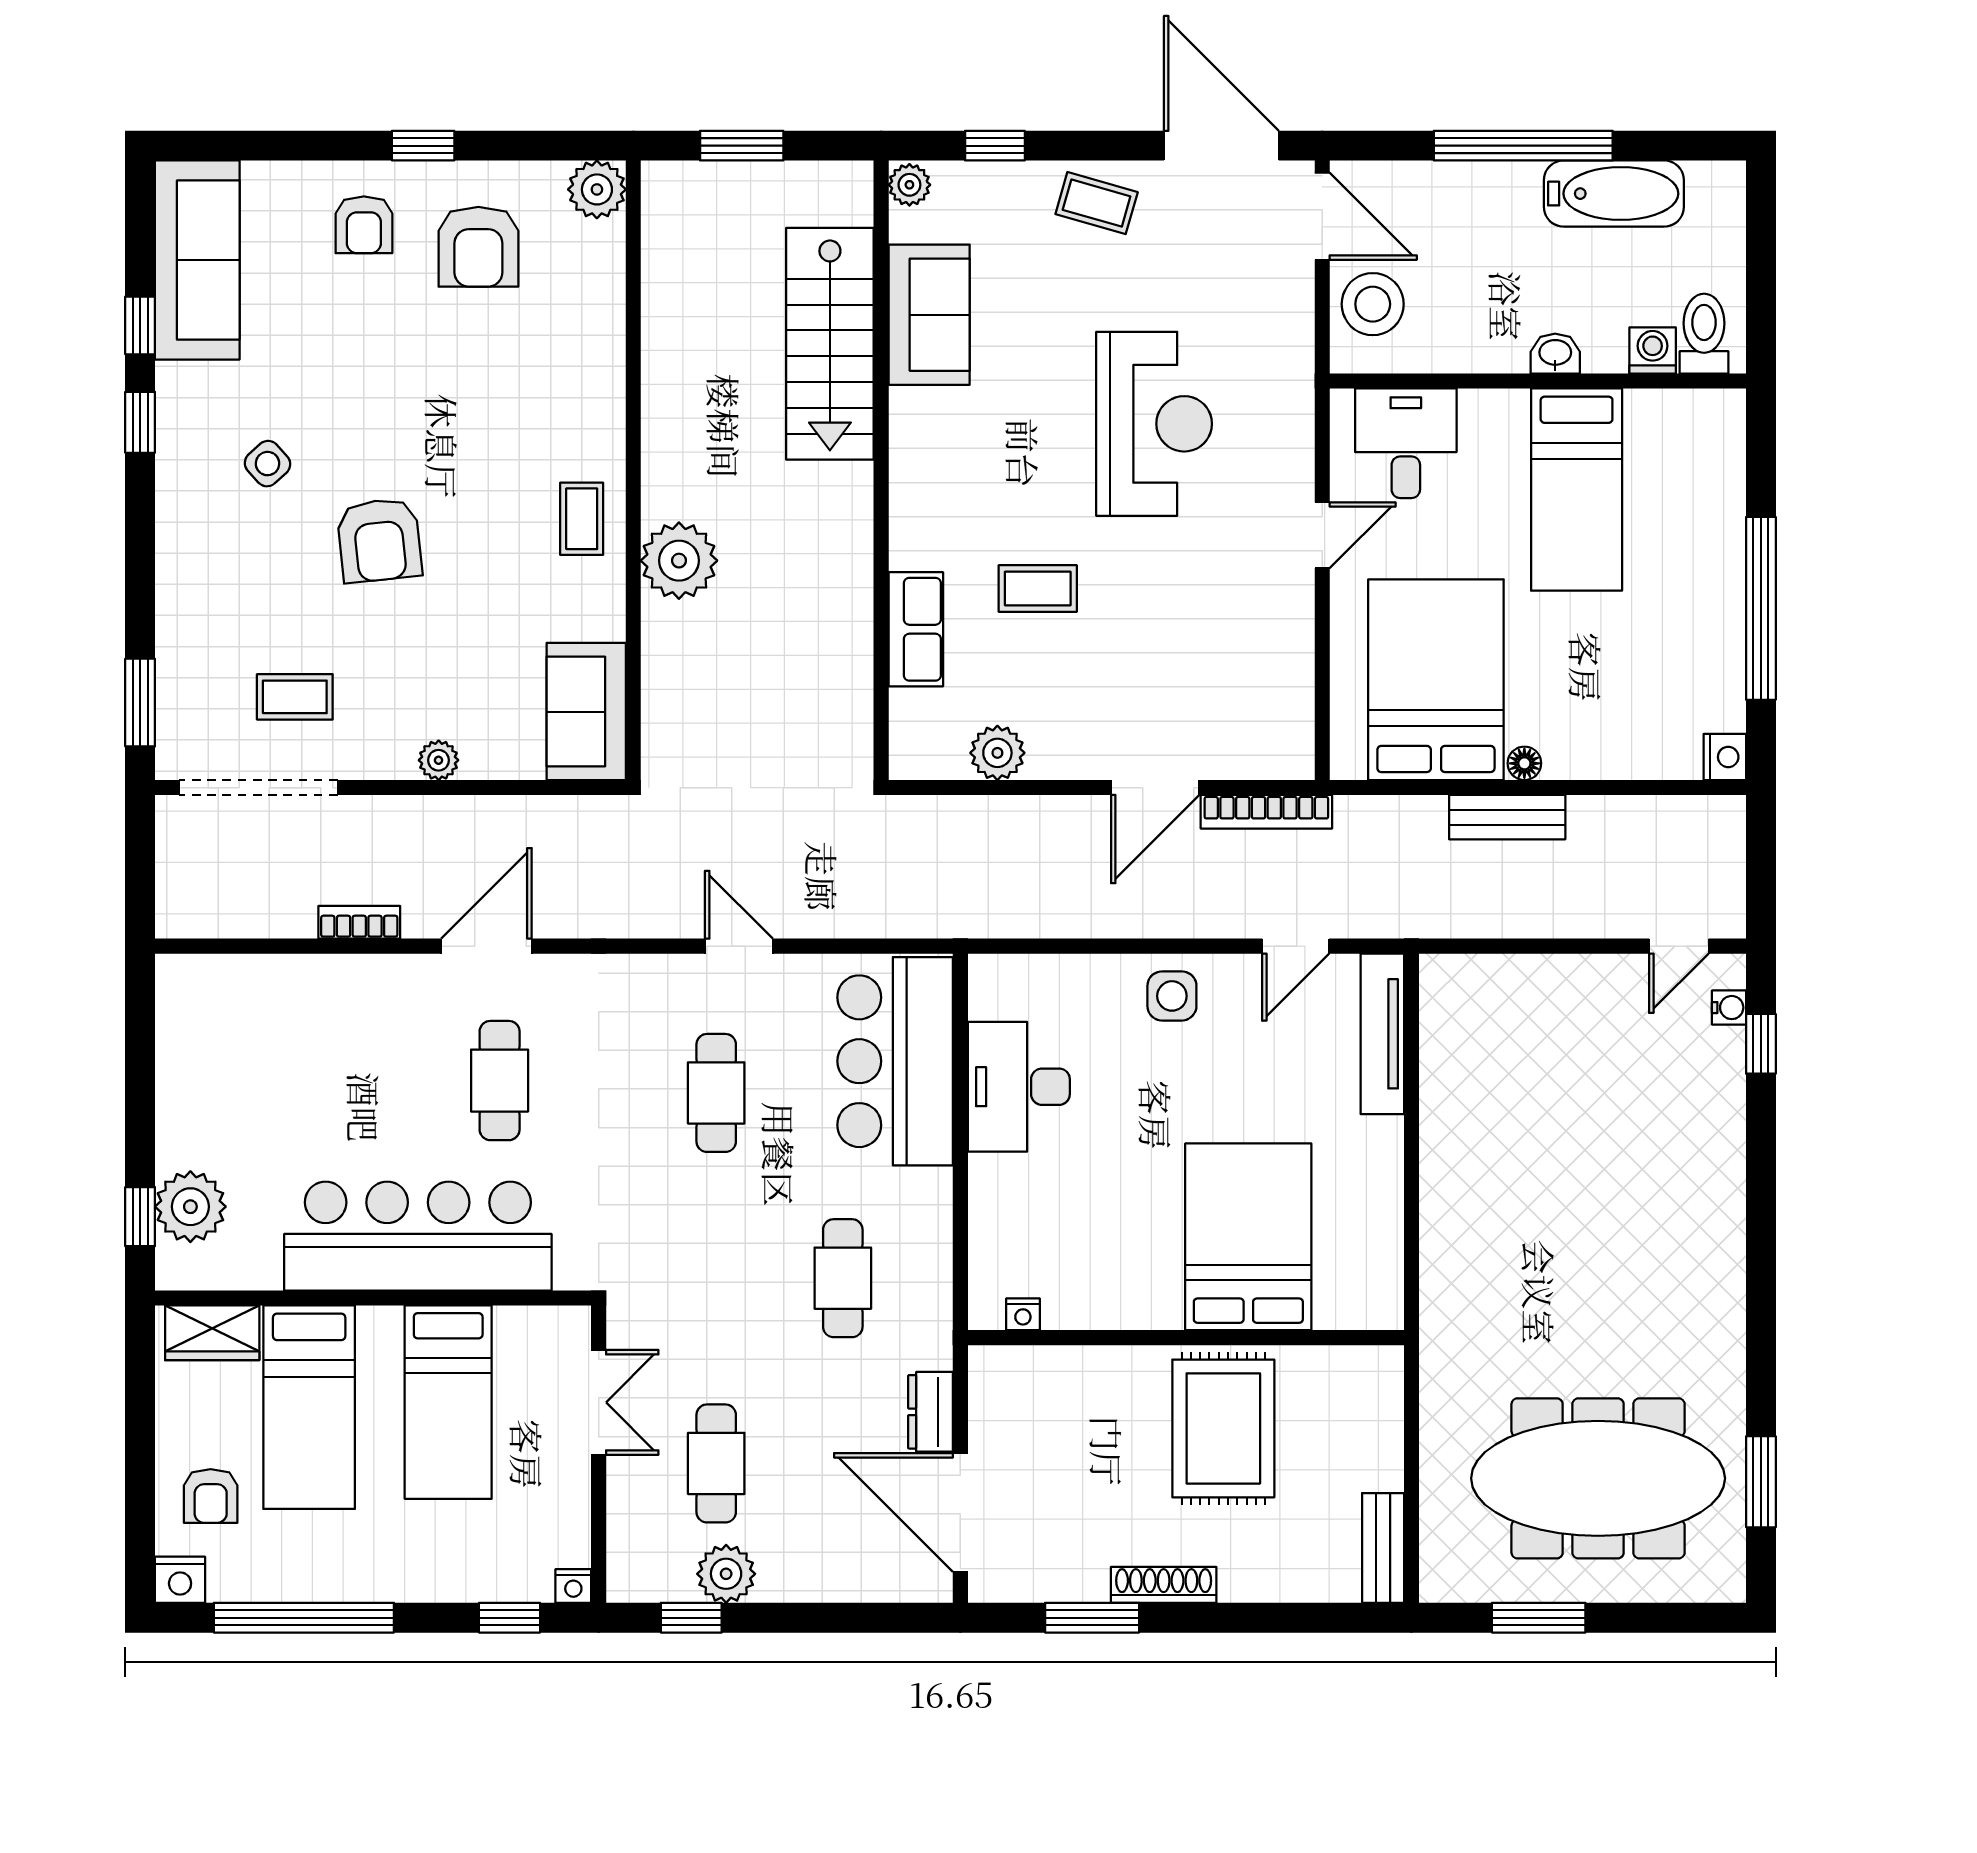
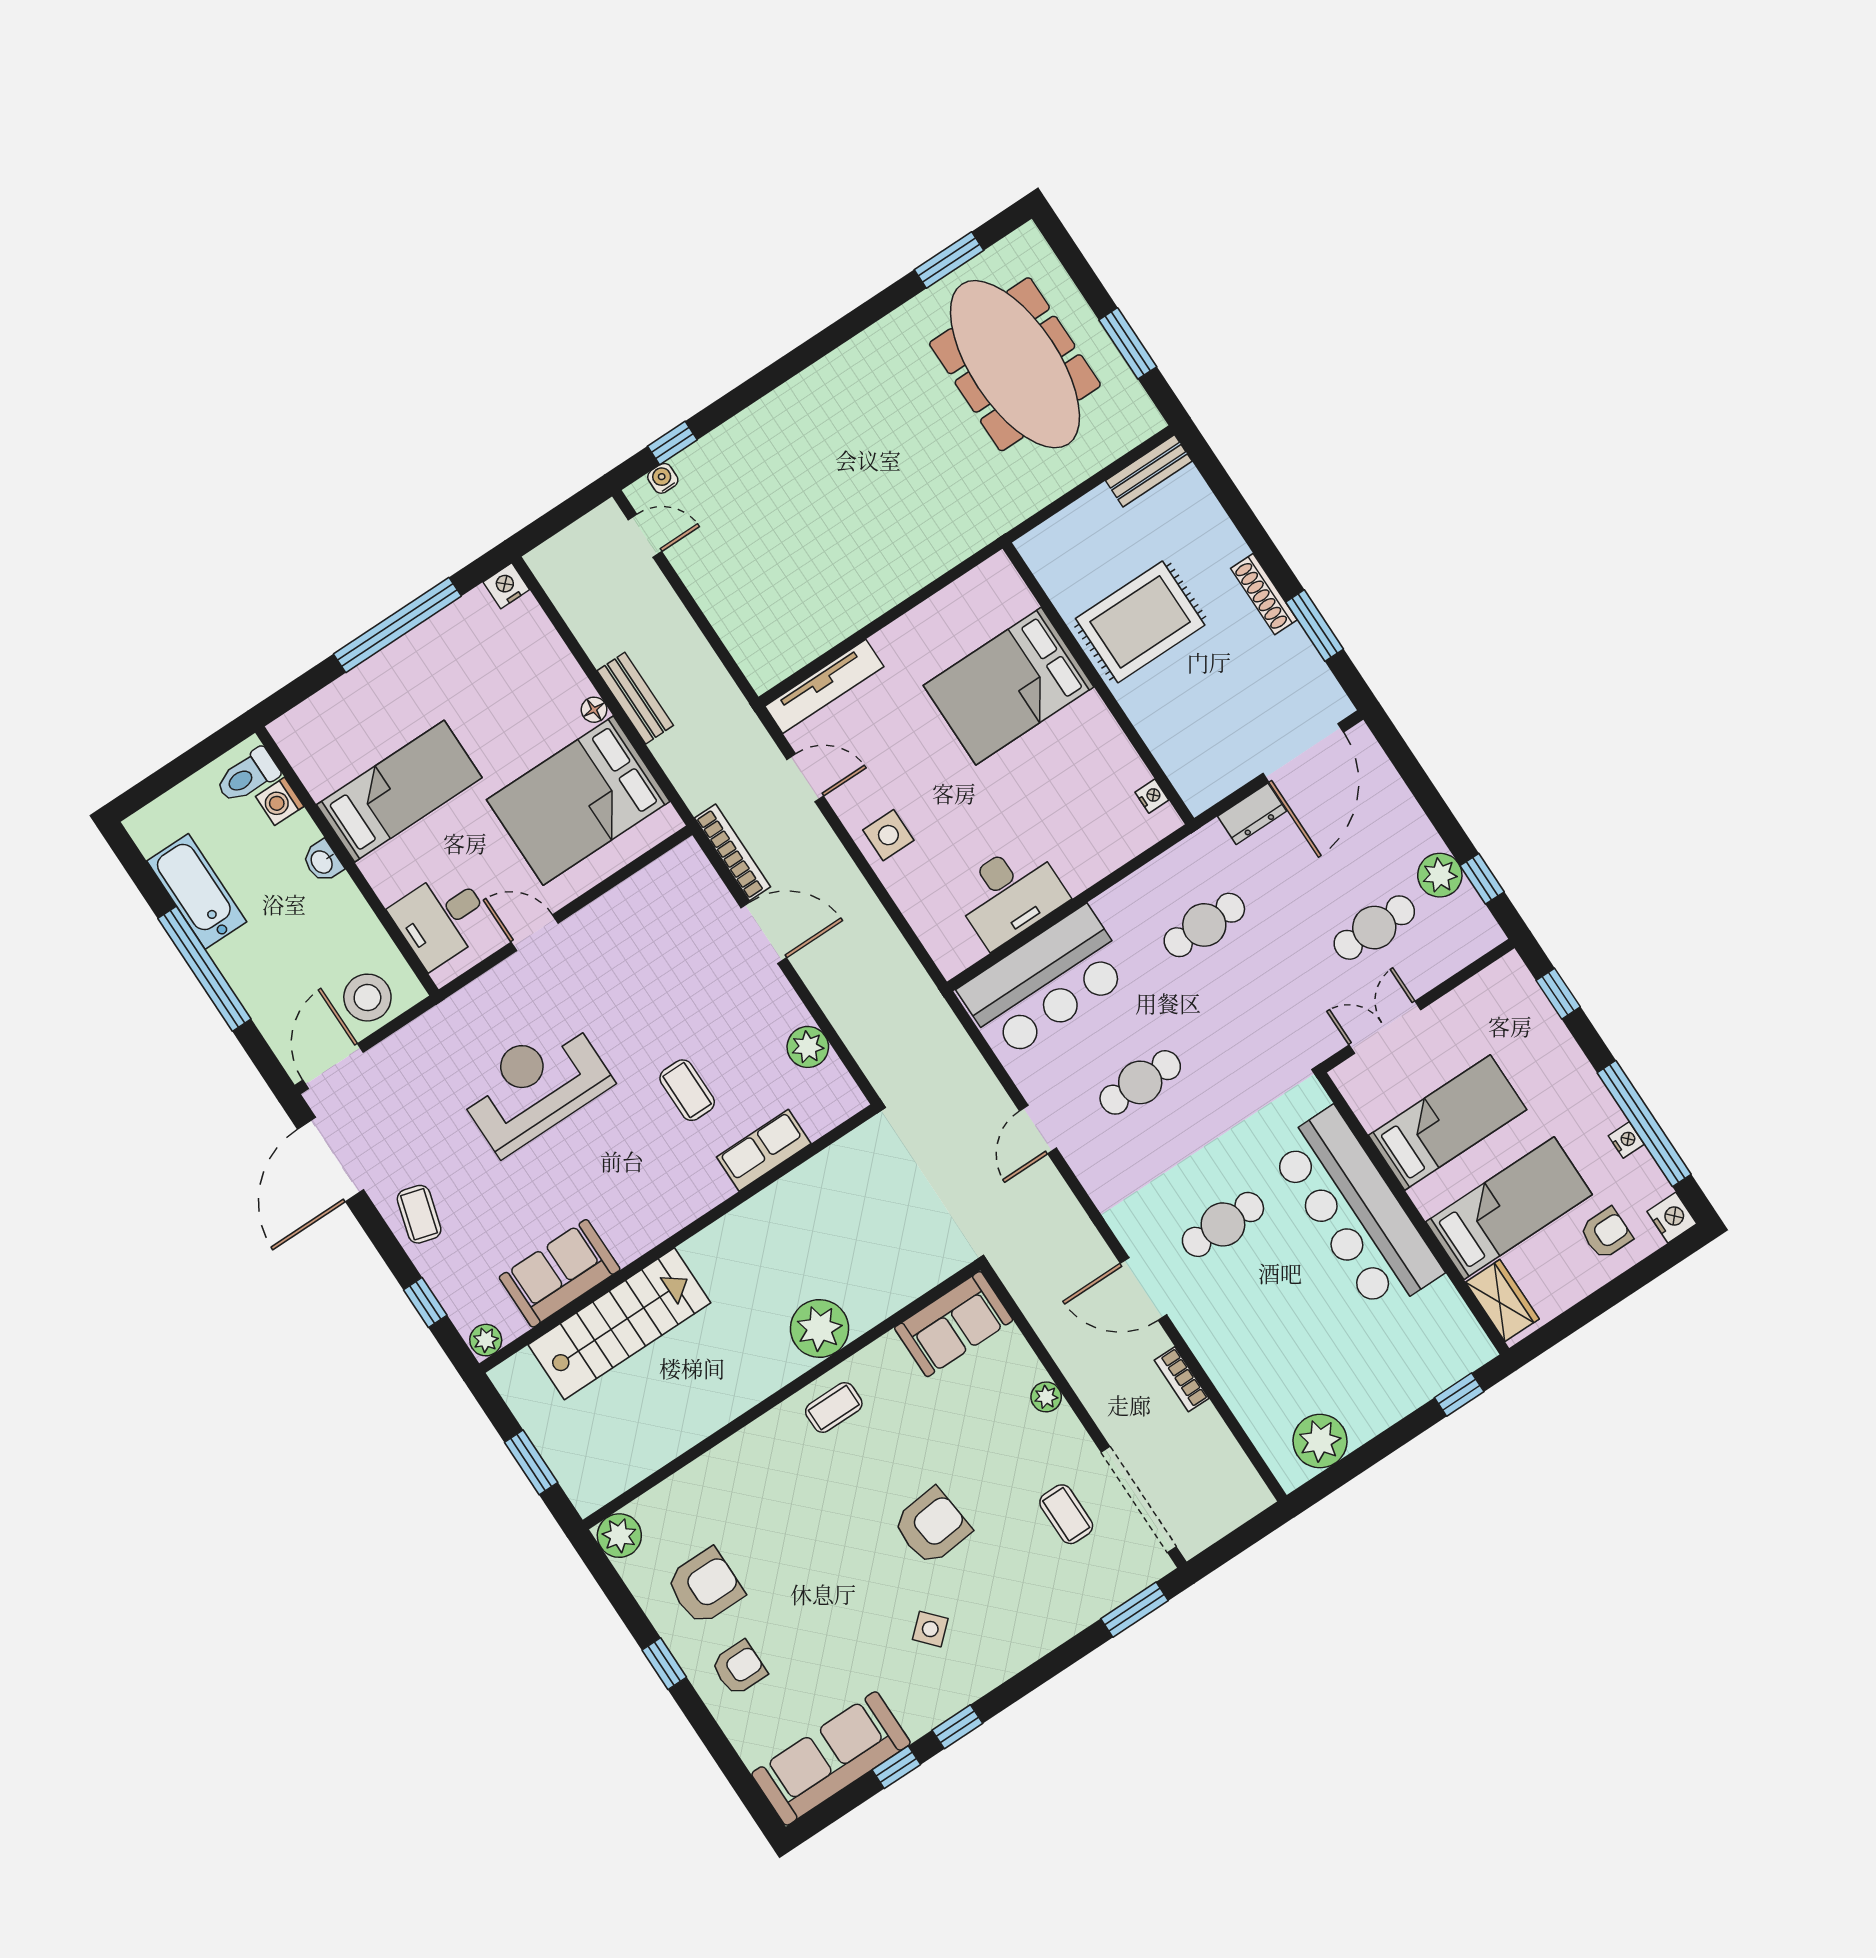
plant: (190, 1207) -> (1320, 1441), moved
nightstand: (573, 1586) -> (1626, 1140), moved

